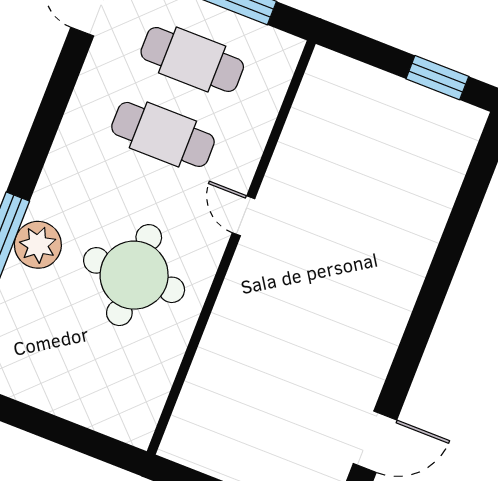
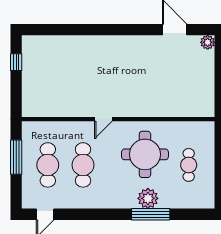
window: (437, 78) -> (16, 62), width x0.67
cafe table: (75, 359) -> (189, 165), added

